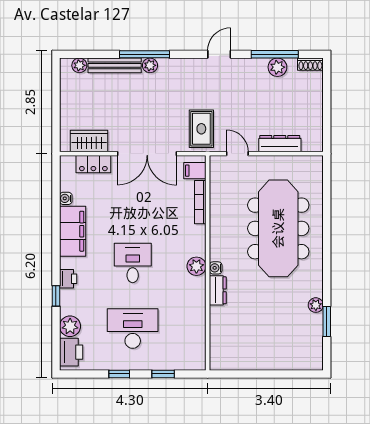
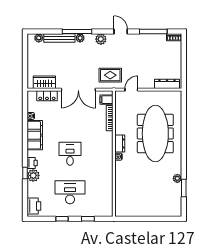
door: (219, 54) -> (121, 31), hinge flipped
plant: (277, 67) -> (101, 39), moved
rug: (201, 129) -> (110, 75), turned 90
dresser: (280, 144) -> (167, 84), moved
door: (237, 154) -> (131, 90), hinge flipped
plant: (196, 266) -> (107, 156), removed
dresser: (218, 290) -> (120, 143), moved
plant: (70, 326) -> (33, 175), moved

